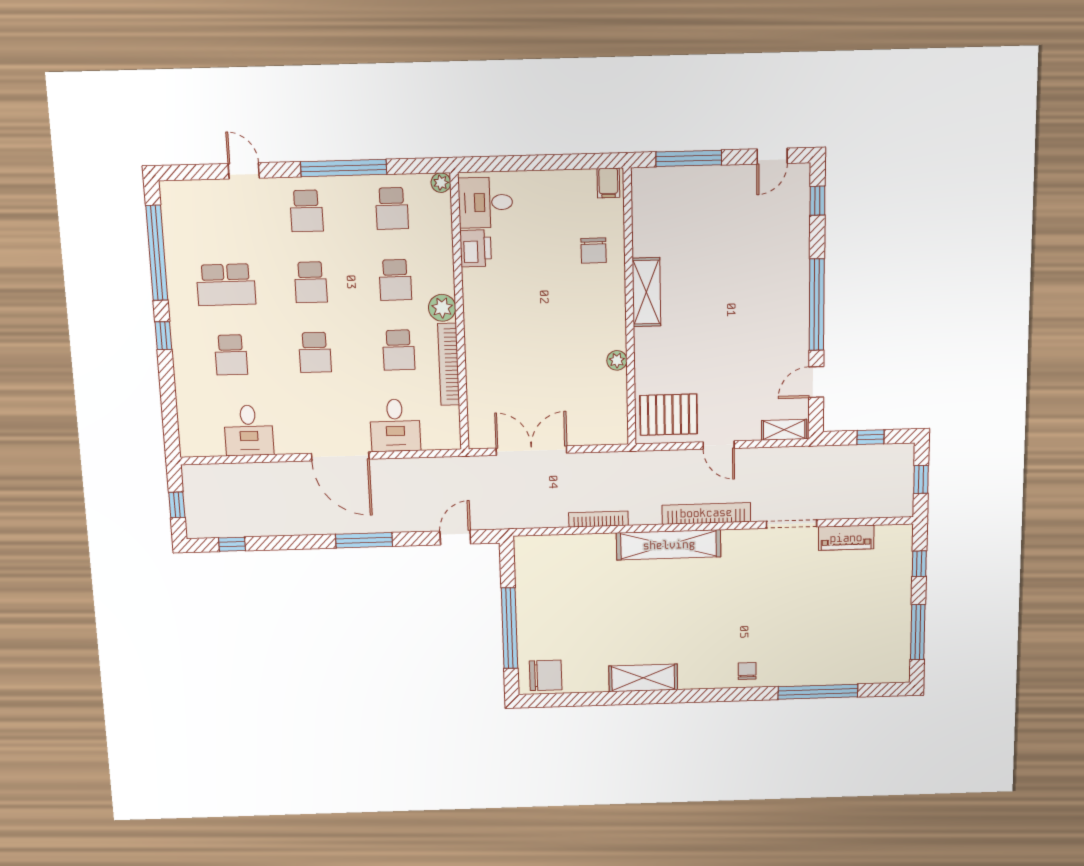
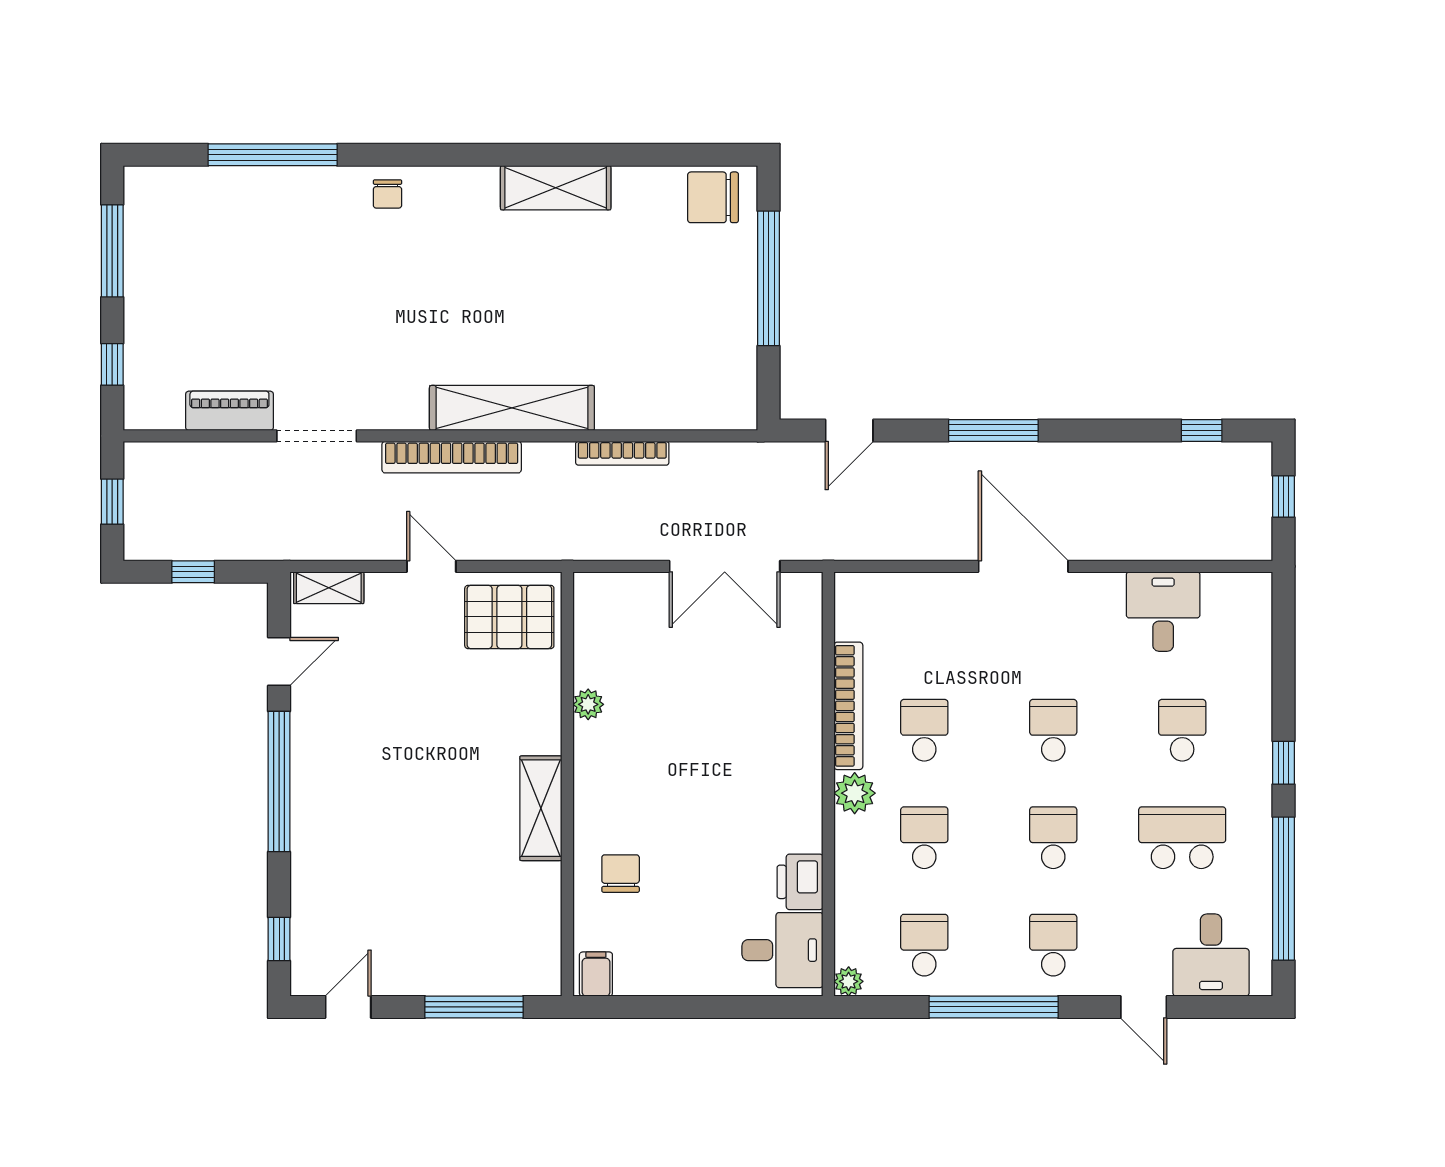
desk: (395, 425) -> (1211, 955), moved, turned 180

